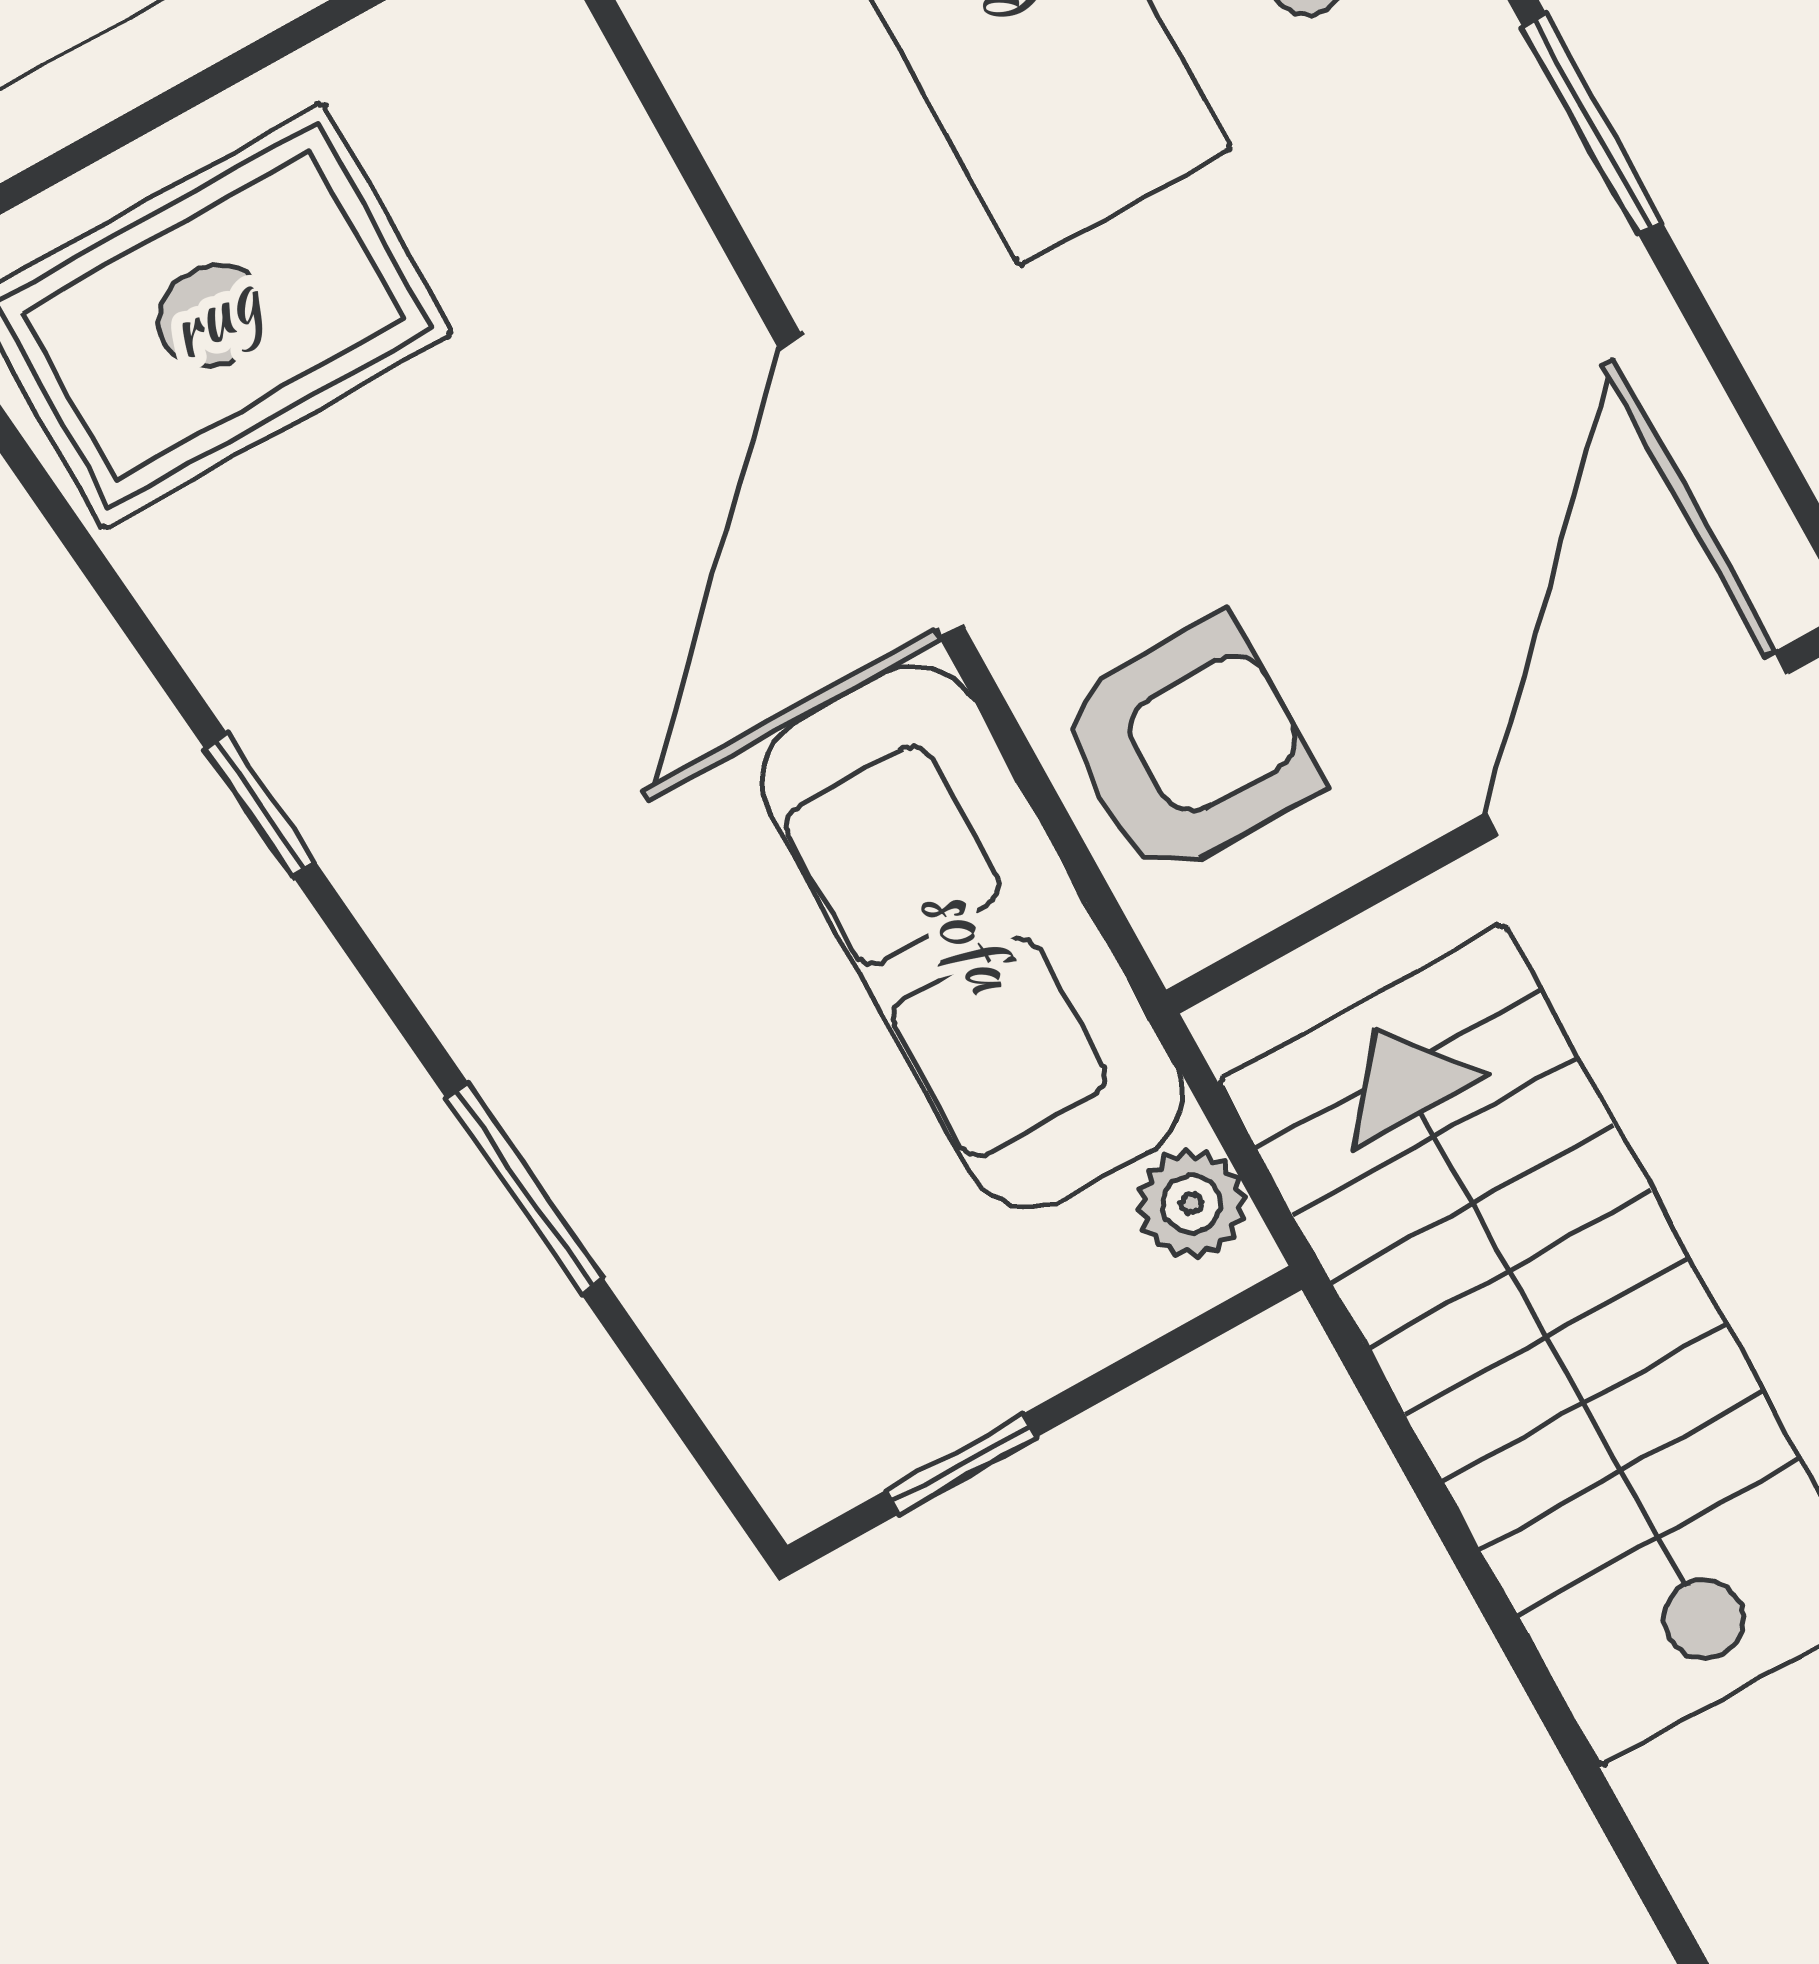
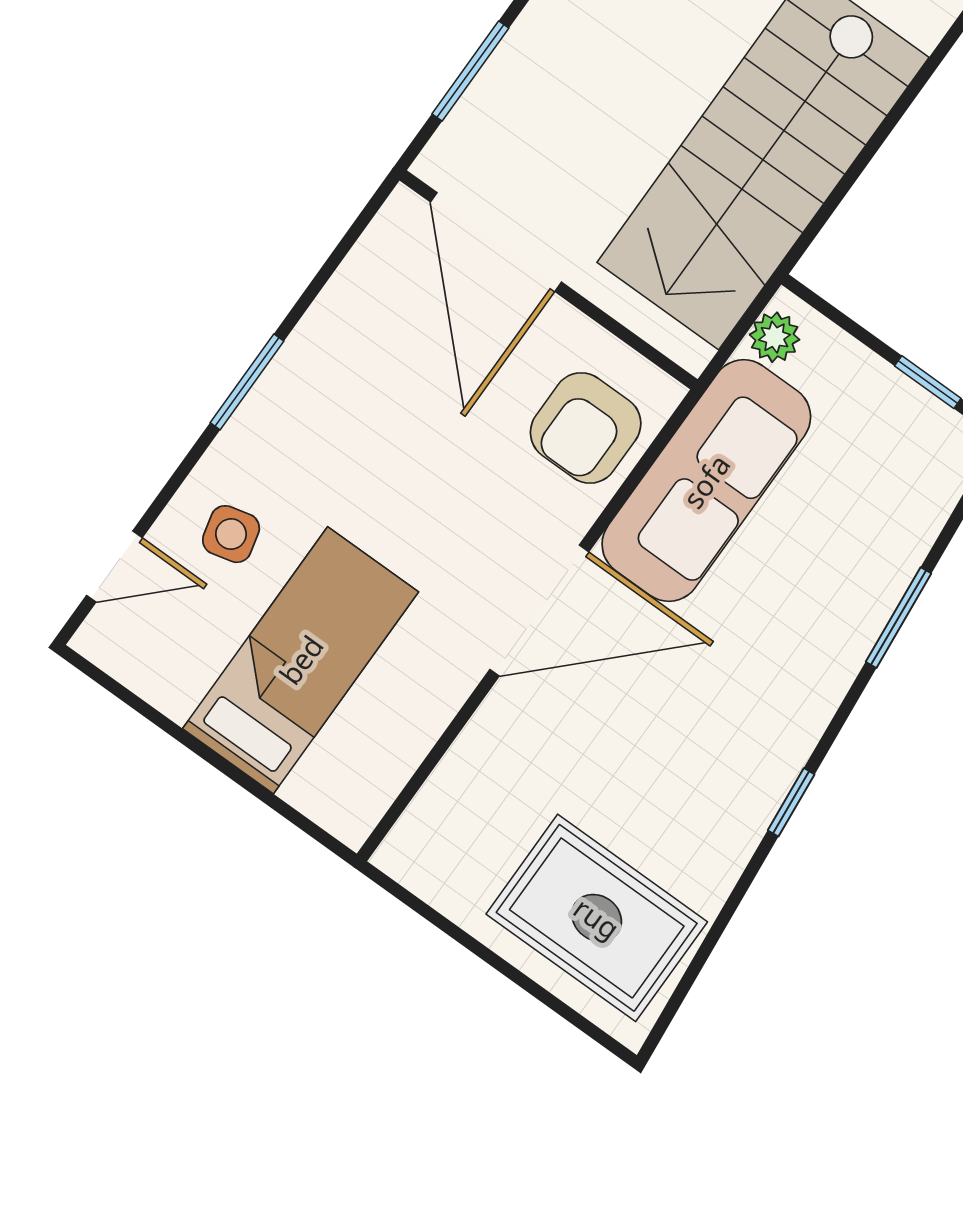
door: (1637, 744) -> (496, 242), hinge flipped
armchair: (1188, 748) -> (586, 428), turned -90

